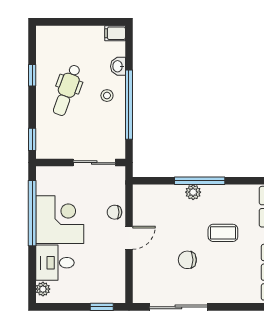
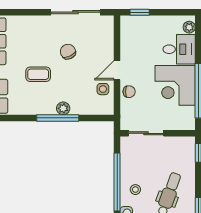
side table: (146, 215) -> (103, 89), added
chair: (187, 260) -> (68, 52), turned -115

